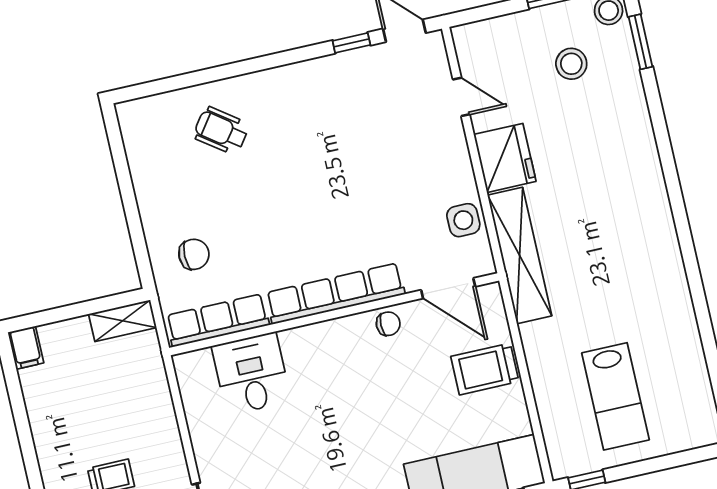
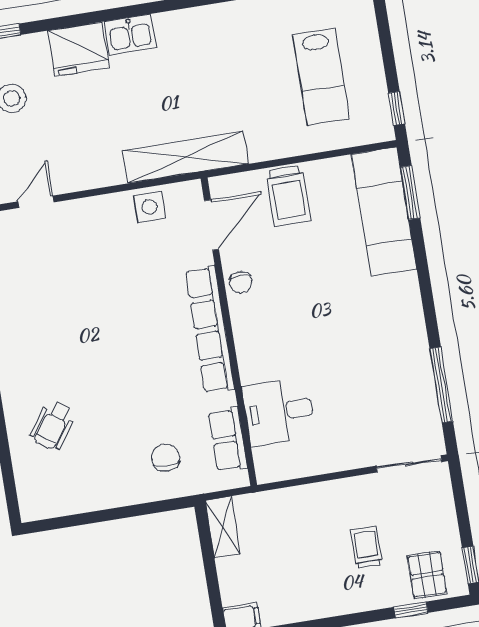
fridge: (505, 158) -> (79, 49), moved, turned 180
kitchen sink: (648, 187) -> (130, 34), added
row of seats: (218, 320) -> (228, 440), width x0.68
chair: (388, 324) -> (241, 282), turned 180
lab bench: (615, 396) -> (321, 77), turned 90

